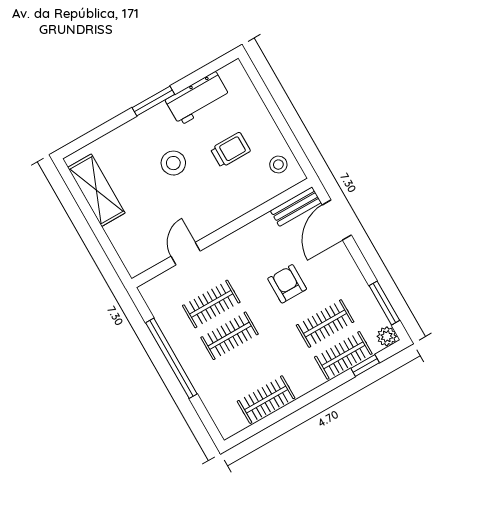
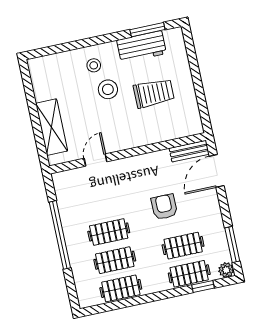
window: (153, 101) -> (147, 30), moved
trolley: (230, 150) -> (154, 93), width x1.36, depth x1.39
stool: (278, 165) -> (94, 65), moved
shelving: (96, 190) -> (52, 127), moved
clothes rail: (211, 304) -> (115, 260), moved

